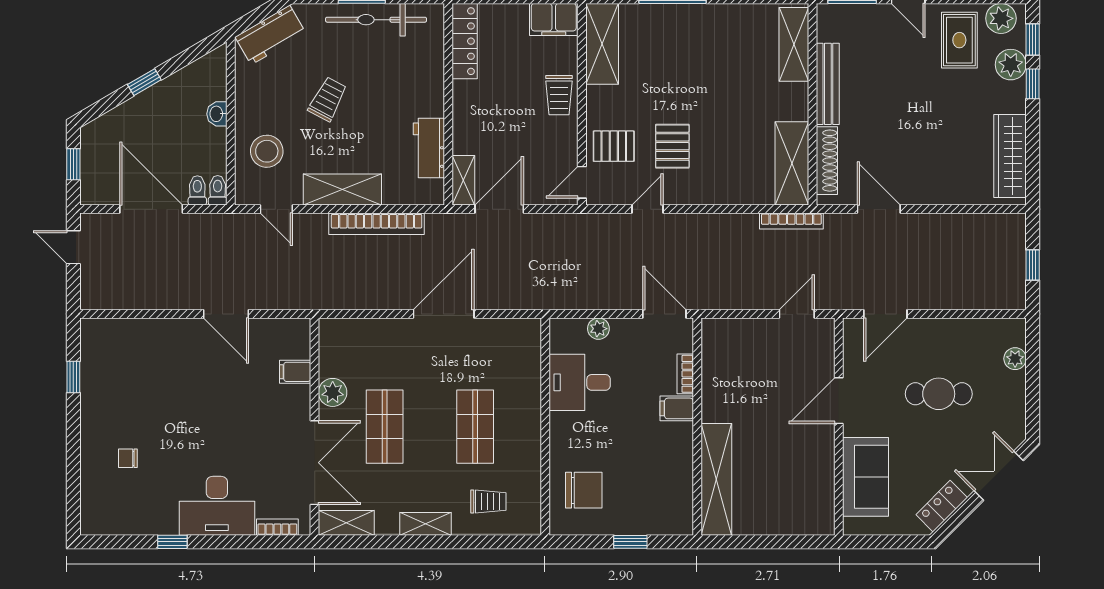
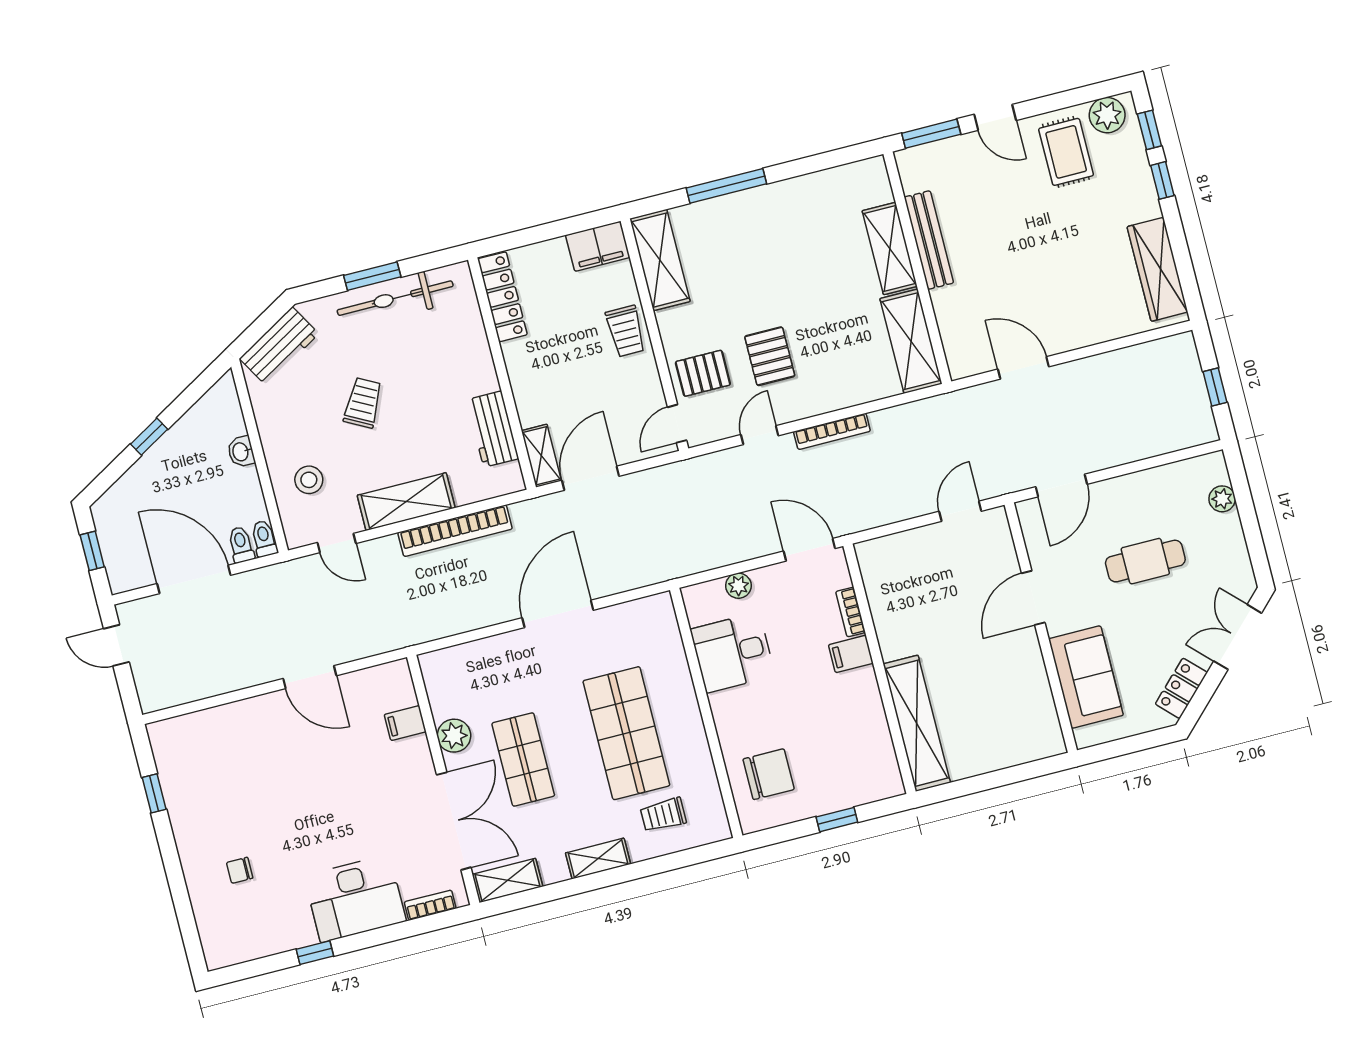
shelving: (794, 44) -> (890, 248), moved
plant: (1011, 65) -> (1132, 165), removed
stool: (267, 151) -> (309, 480), width x0.73, depth x0.73
shoe rack: (827, 161) -> (950, 328), removed
bookcase: (791, 221) -> (832, 431), moved
shop shelf: (475, 427) -> (626, 733), width x1.43, depth x1.36
trolley: (488, 502) -> (663, 815), turned 180

